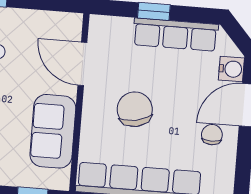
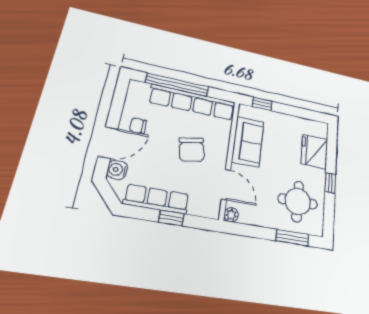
plant: (73, 22) -> (231, 215), added
chair: (212, 135) -> (138, 126), turned 90

